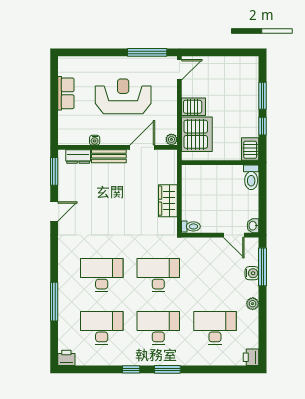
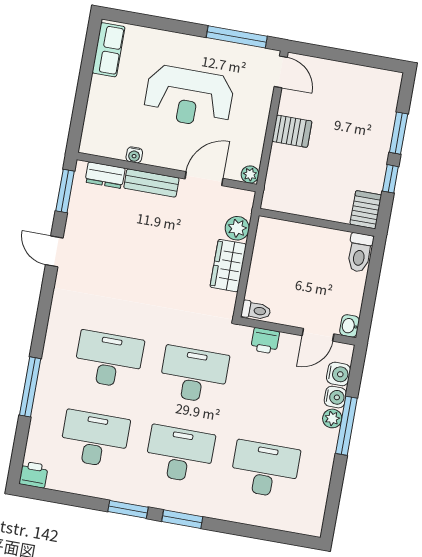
door: (179, 70) -> (281, 72), hinge flipped
row of seats: (66, 93) -> (109, 50), moved
reception desk: (123, 96) -> (189, 97), turned 180
server rack: (197, 134) -> (290, 173), removed
plant: (169, 176) -> (237, 228), added
door: (54, 212) -> (54, 251), swing flipped
door: (234, 235) -> (318, 335), hinge flipped
water cooler: (251, 258) -> (338, 374), added
window: (263, 267) -> (346, 426), moved
plant: (253, 304) -> (332, 418), moved
printer: (251, 357) -> (265, 341), moved, turned -90
window: (131, 369) -> (128, 509), width x1.50

